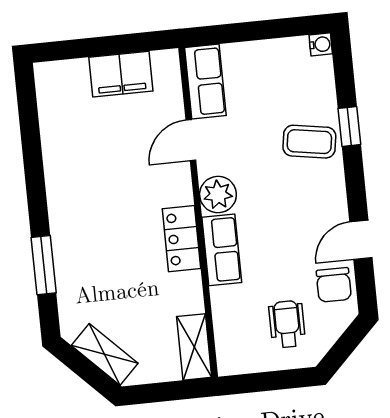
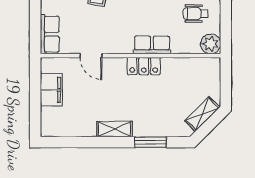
row of seats: (205, 82) -> (50, 34), moved, turned 90
plant: (218, 195) -> (211, 44), moved
shelving: (194, 347) -> (114, 129), moved

